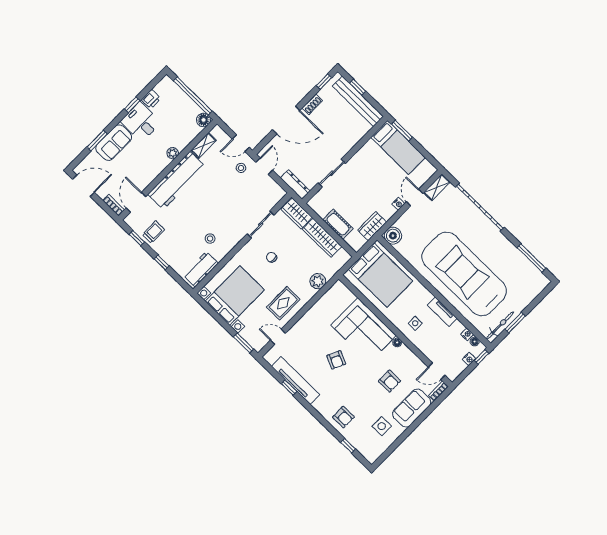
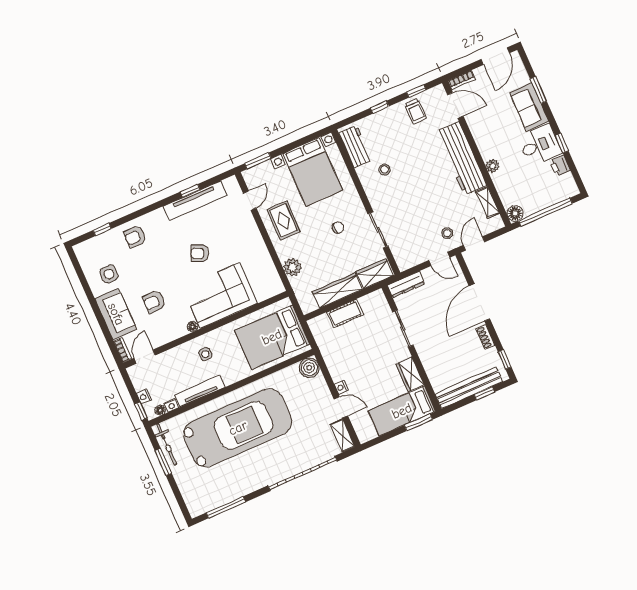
wardrobe: (372, 226) -> (410, 374), moved, turned 180
tv unit: (442, 312) -> (200, 391), width x1.41

